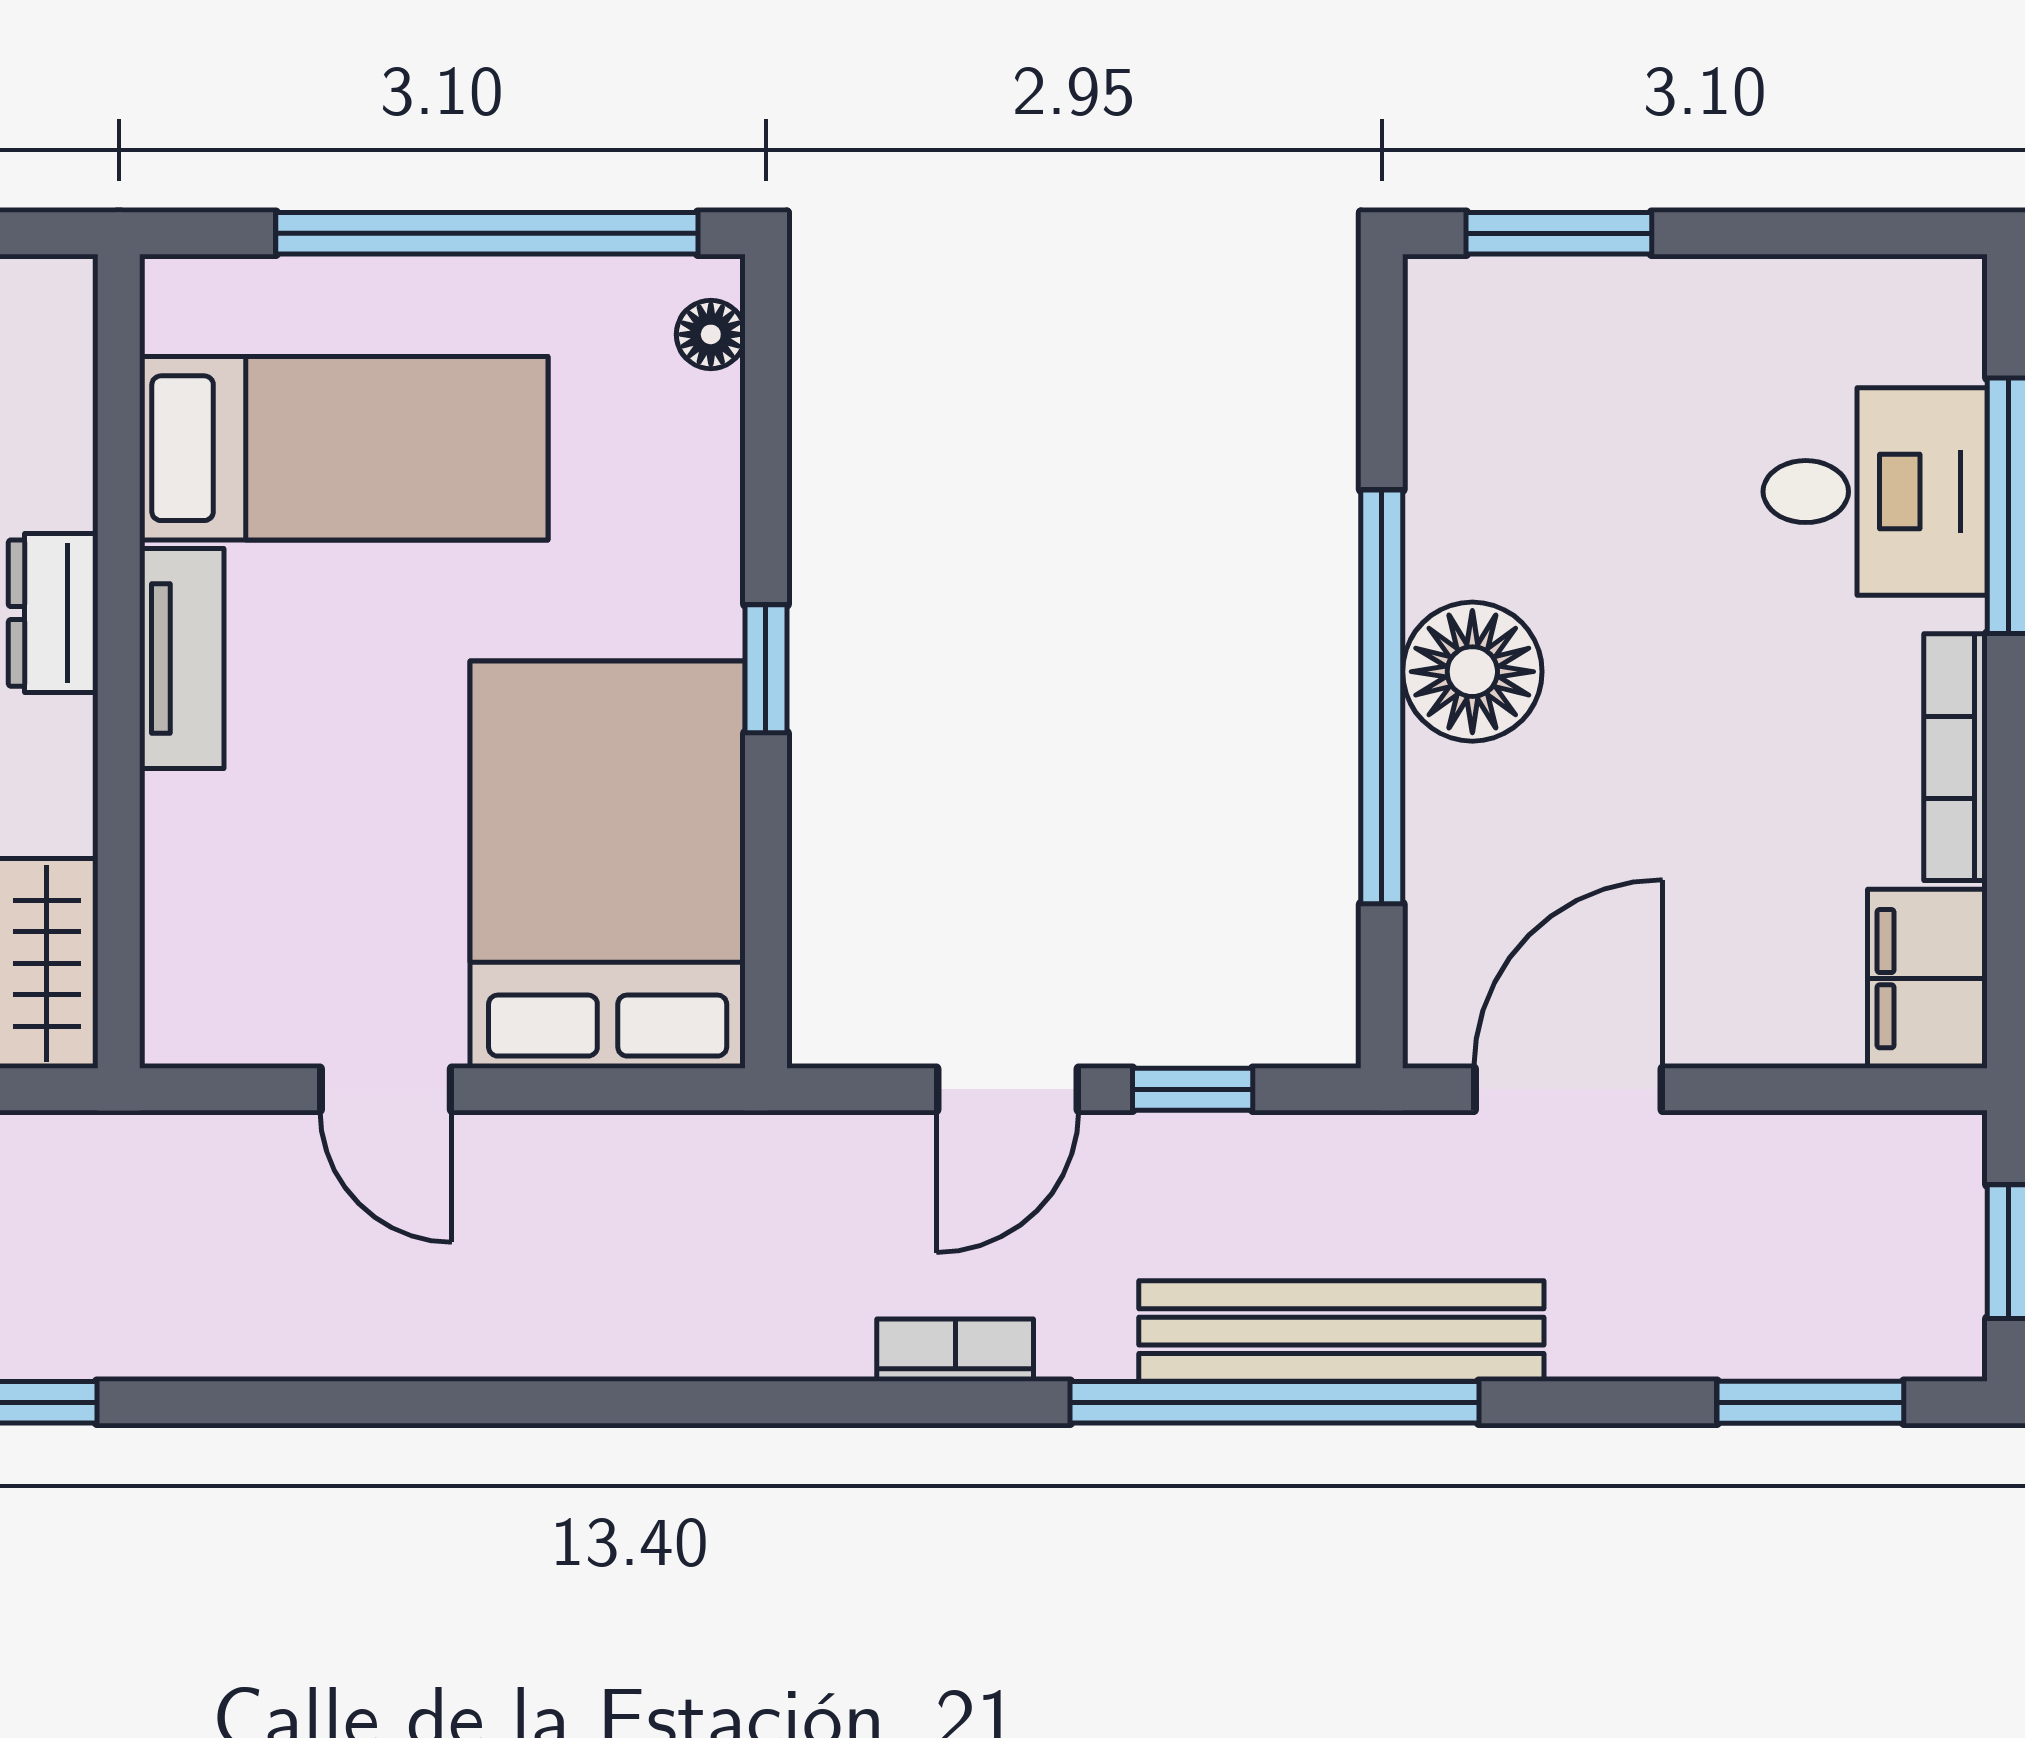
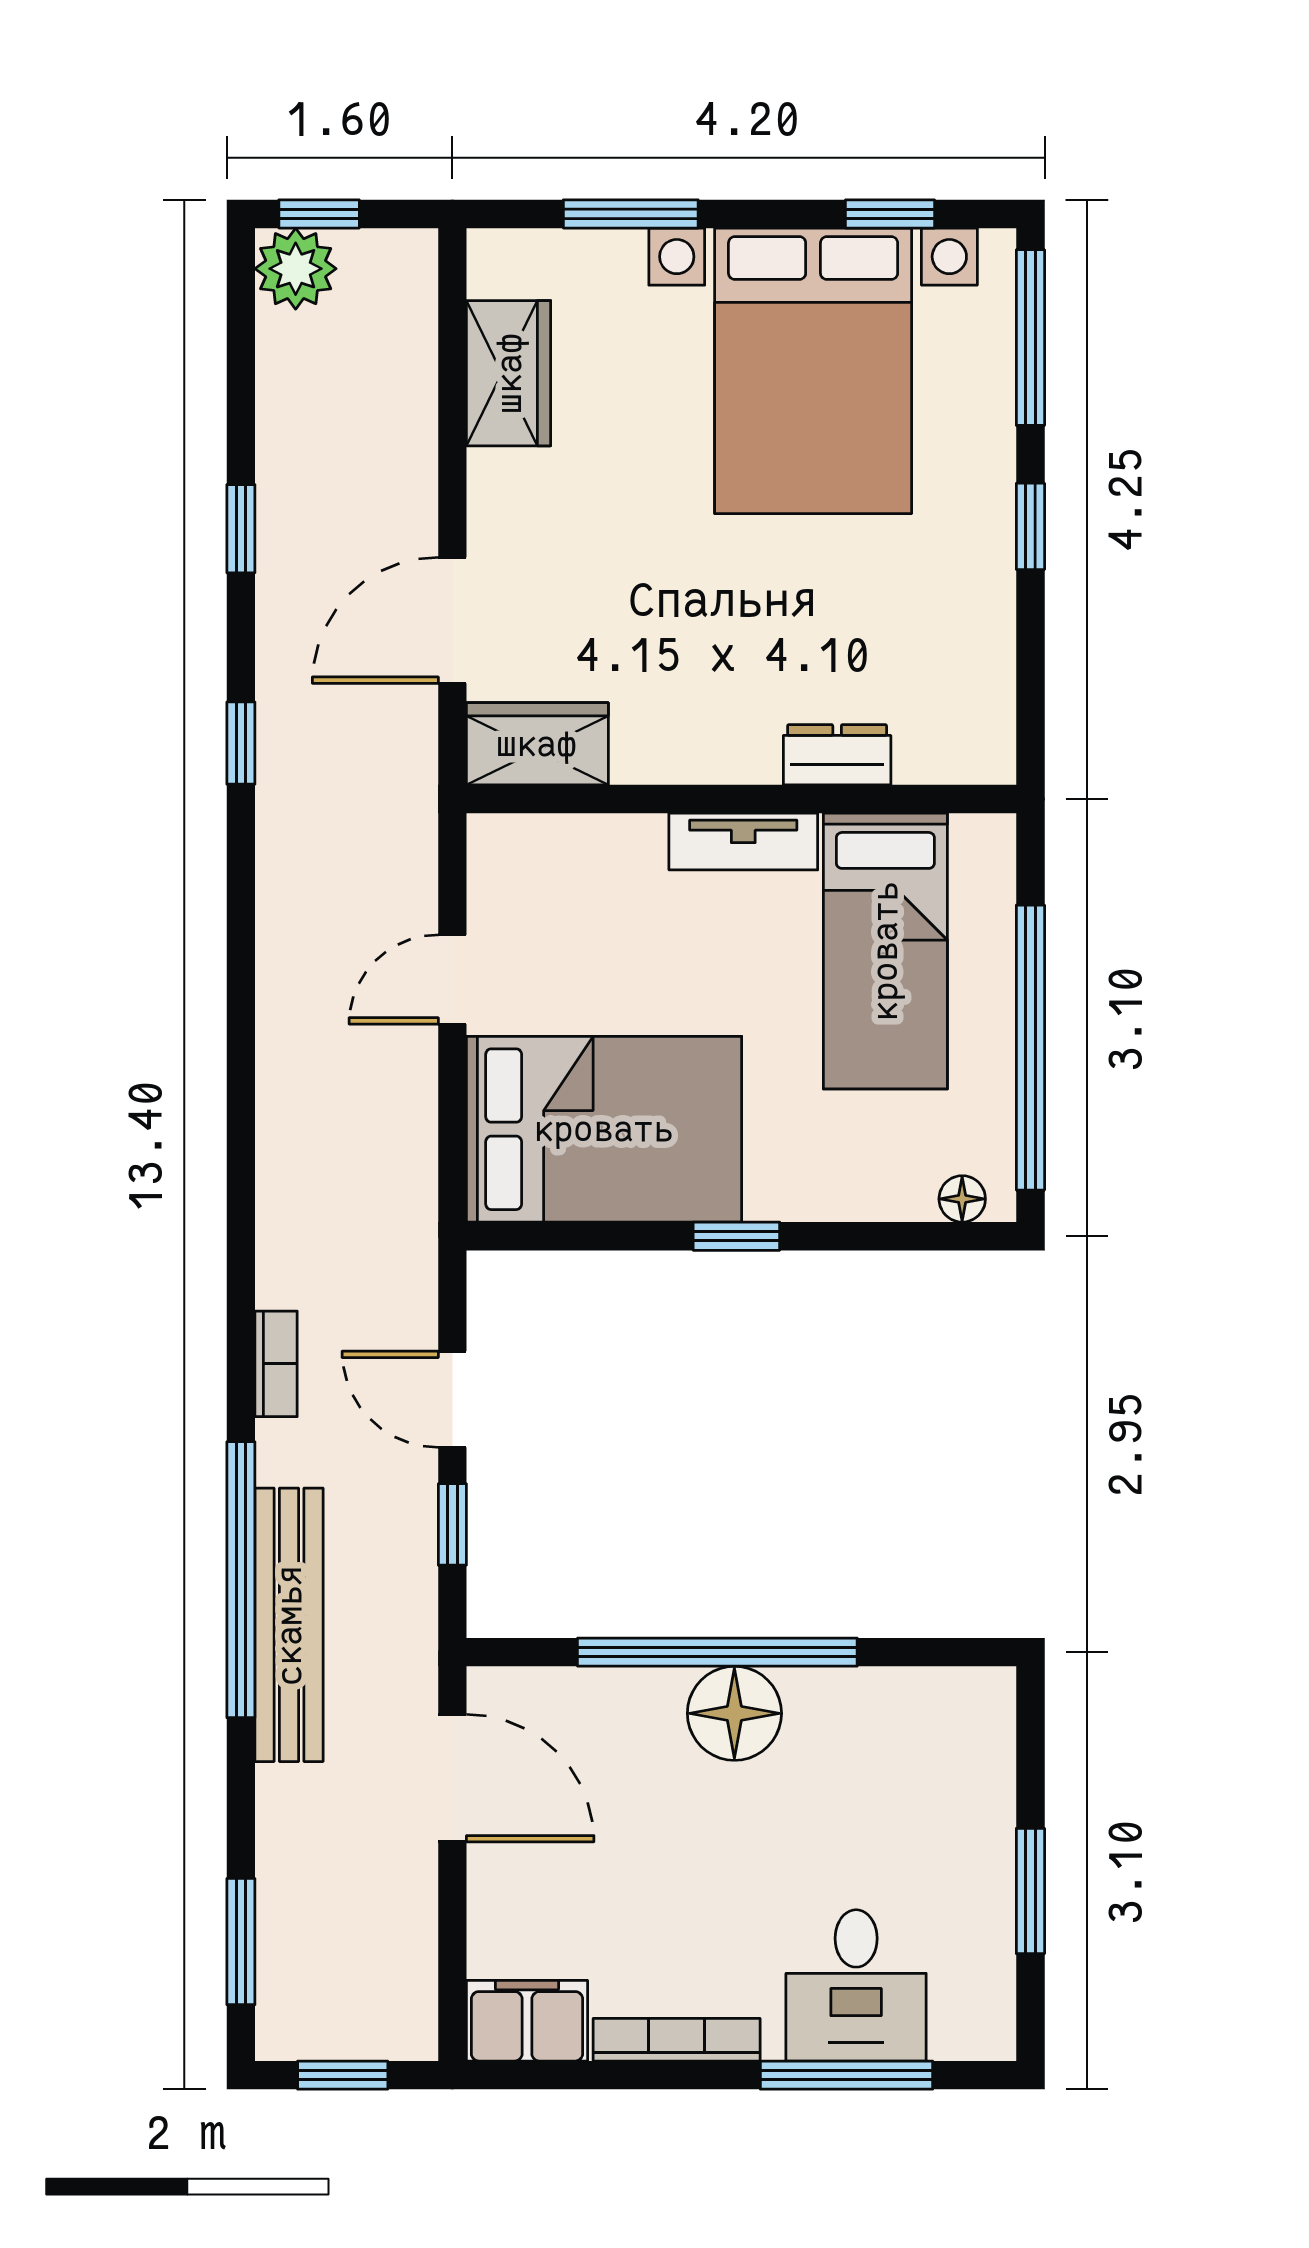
window: (1559, 233) -> (1030, 1891), moved
dresser: (53, 613) -> (837, 755), moved

